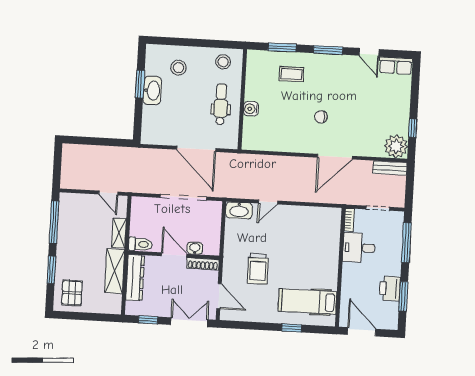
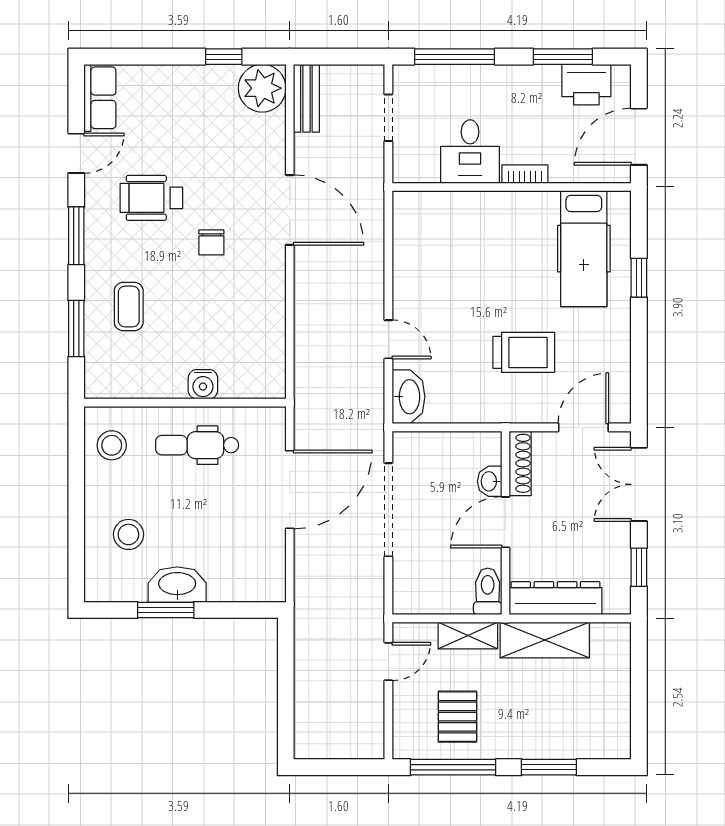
wheelchair: (345, 88) -> (151, 198), added
bookcase: (349, 220) -> (525, 174), moved
printer: (390, 289) -> (586, 85), moved
pallet: (72, 293) -> (457, 717), moved, turned 90

